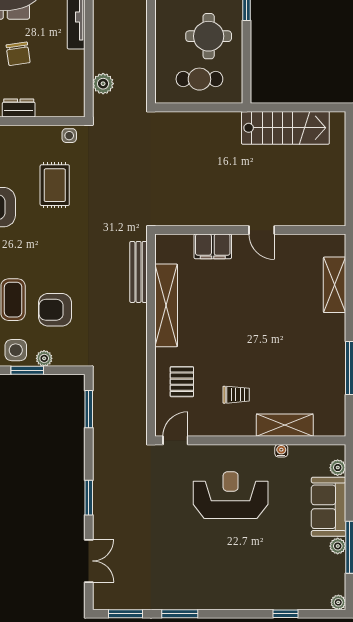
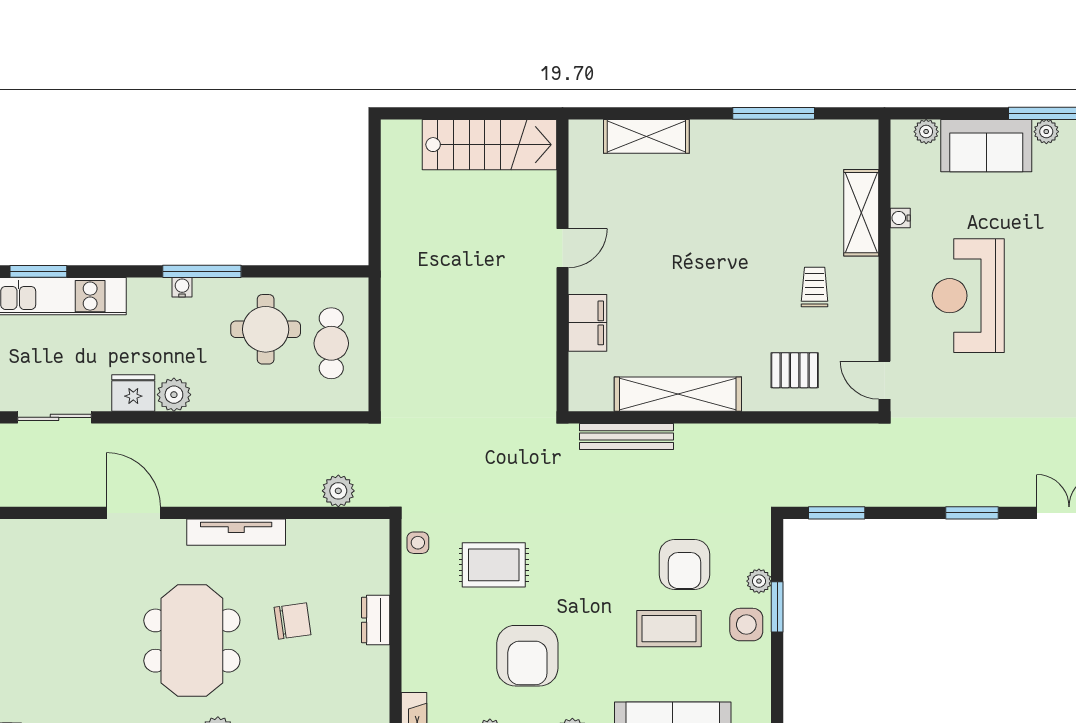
stairs: (285, 128) -> (489, 145), moved, turned 90

